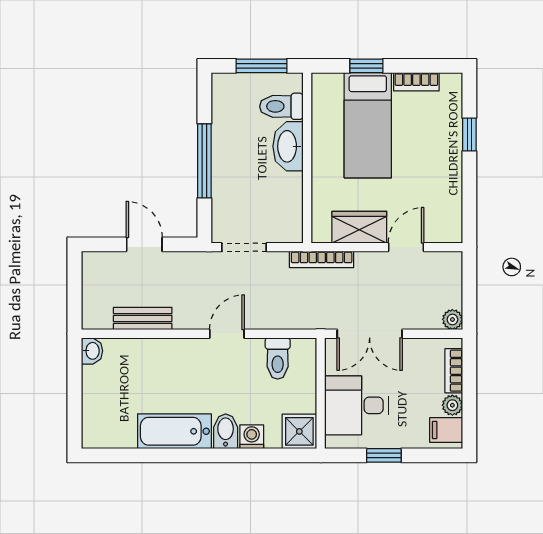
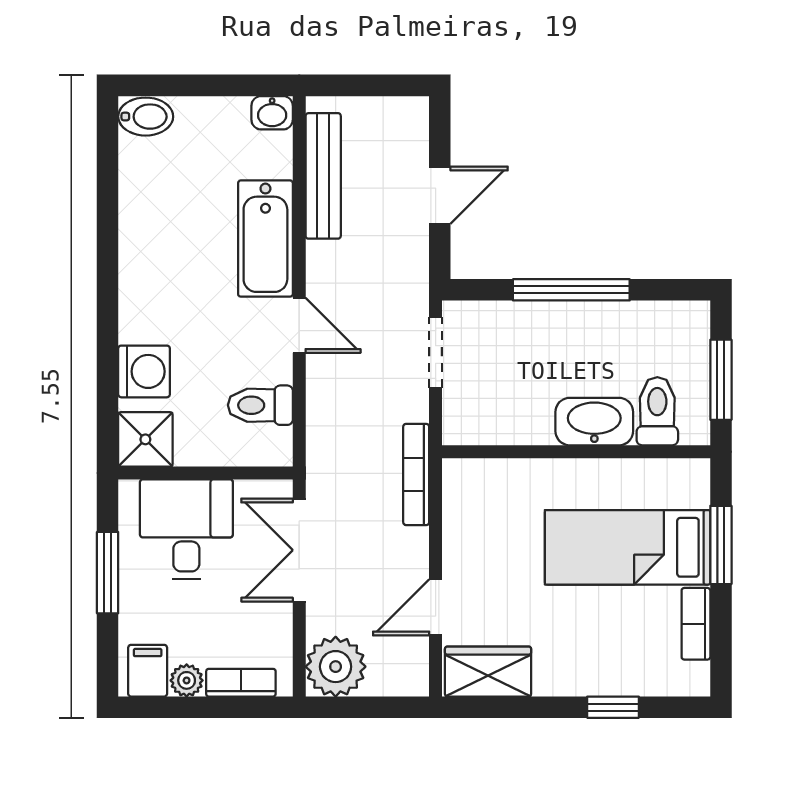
window: (366, 66) -> (721, 545), width x1.50
wardrobe: (359, 227) -> (488, 672), moved, turned -90
door: (406, 247) -> (436, 607), swing flipped
bench: (143, 318) -> (323, 176), width x1.36
plant: (452, 319) -> (336, 667), width x1.87, depth x1.87
bathtub: (174, 431) -> (265, 239), moved, turned 180
bidet: (226, 431) -> (146, 117), moved
washing machine: (252, 437) -> (144, 371), width x1.38, depth x1.38
window: (384, 455) -> (108, 573), width x1.50

